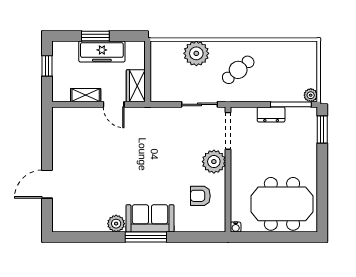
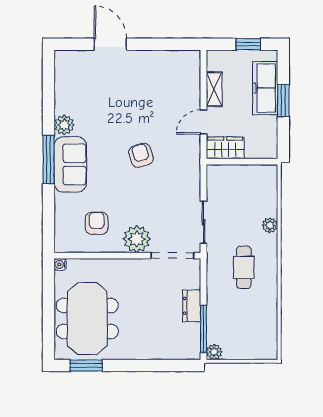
freezer: (102, 51) -> (265, 88), moved
plant: (196, 53) -> (270, 225), width x0.53, depth x0.53
cafe table: (238, 70) -> (244, 267), turned 39
window: (322, 130) -> (86, 365), moved
armchair: (142, 158) -> (141, 155), added

